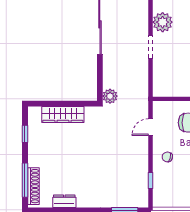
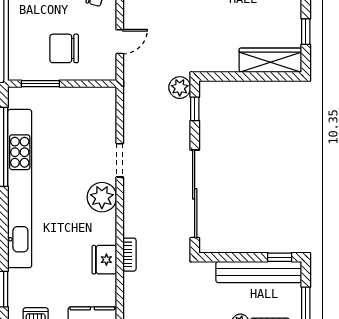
window: (100, 82) -> (195, 109), added
wardrobe: (63, 115) -> (270, 60), moved

